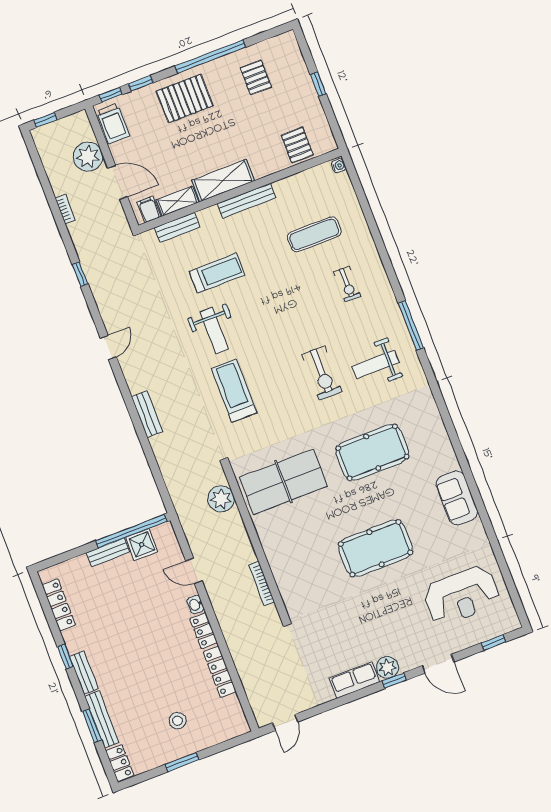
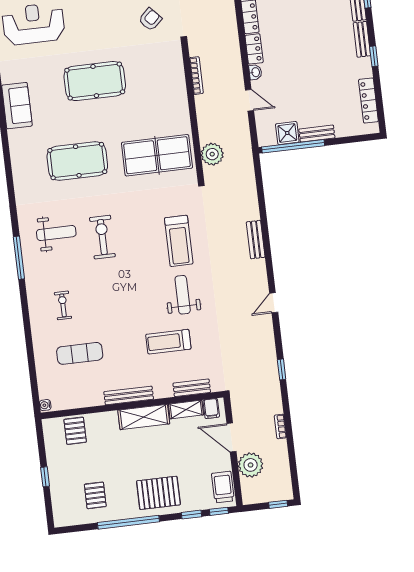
armchair: (330, 634) -> (150, 19), added

